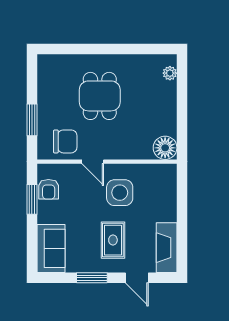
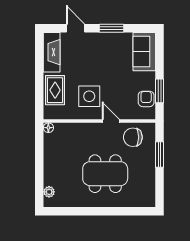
dining table: (100, 96) -> (105, 174), width x1.38
floor lamp: (165, 148) -> (48, 128), width x0.53, depth x0.53
rug: (113, 240) -> (55, 90), moved

